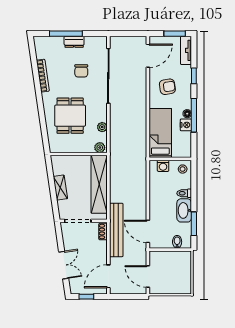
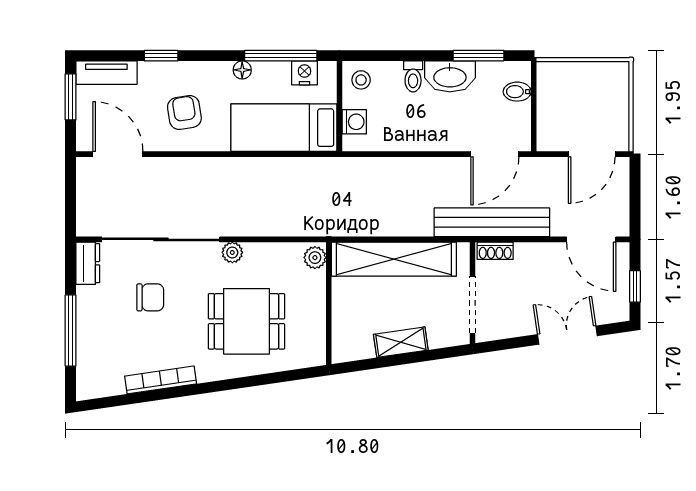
dresser: (74, 42) -> (88, 263), moved
window: (194, 115) -> (281, 56), moved
nightstand: (186, 125) -> (304, 73), moved
plant: (102, 127) -> (232, 252), moved

